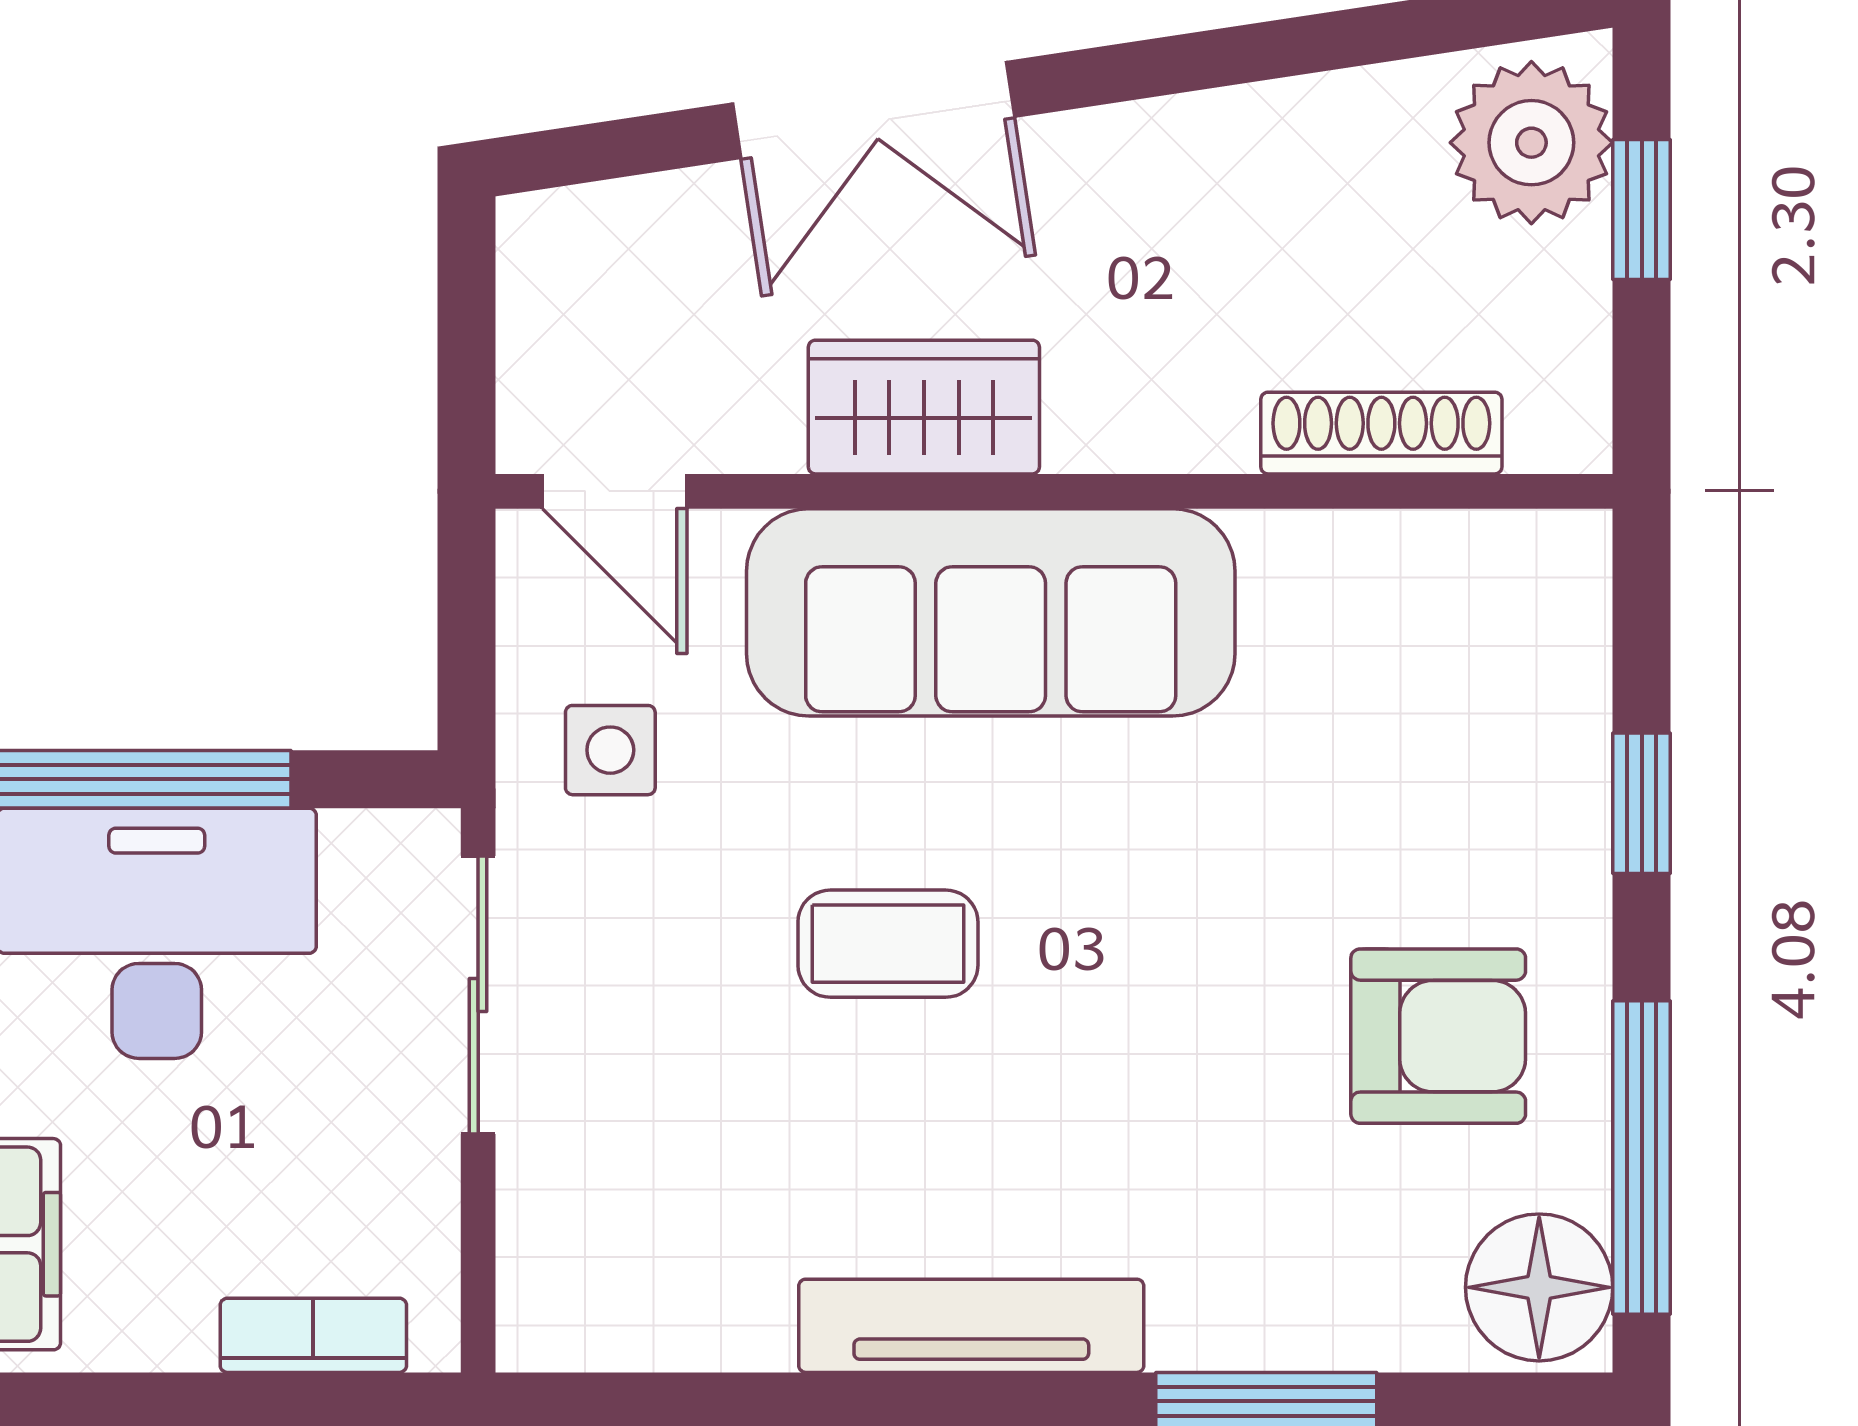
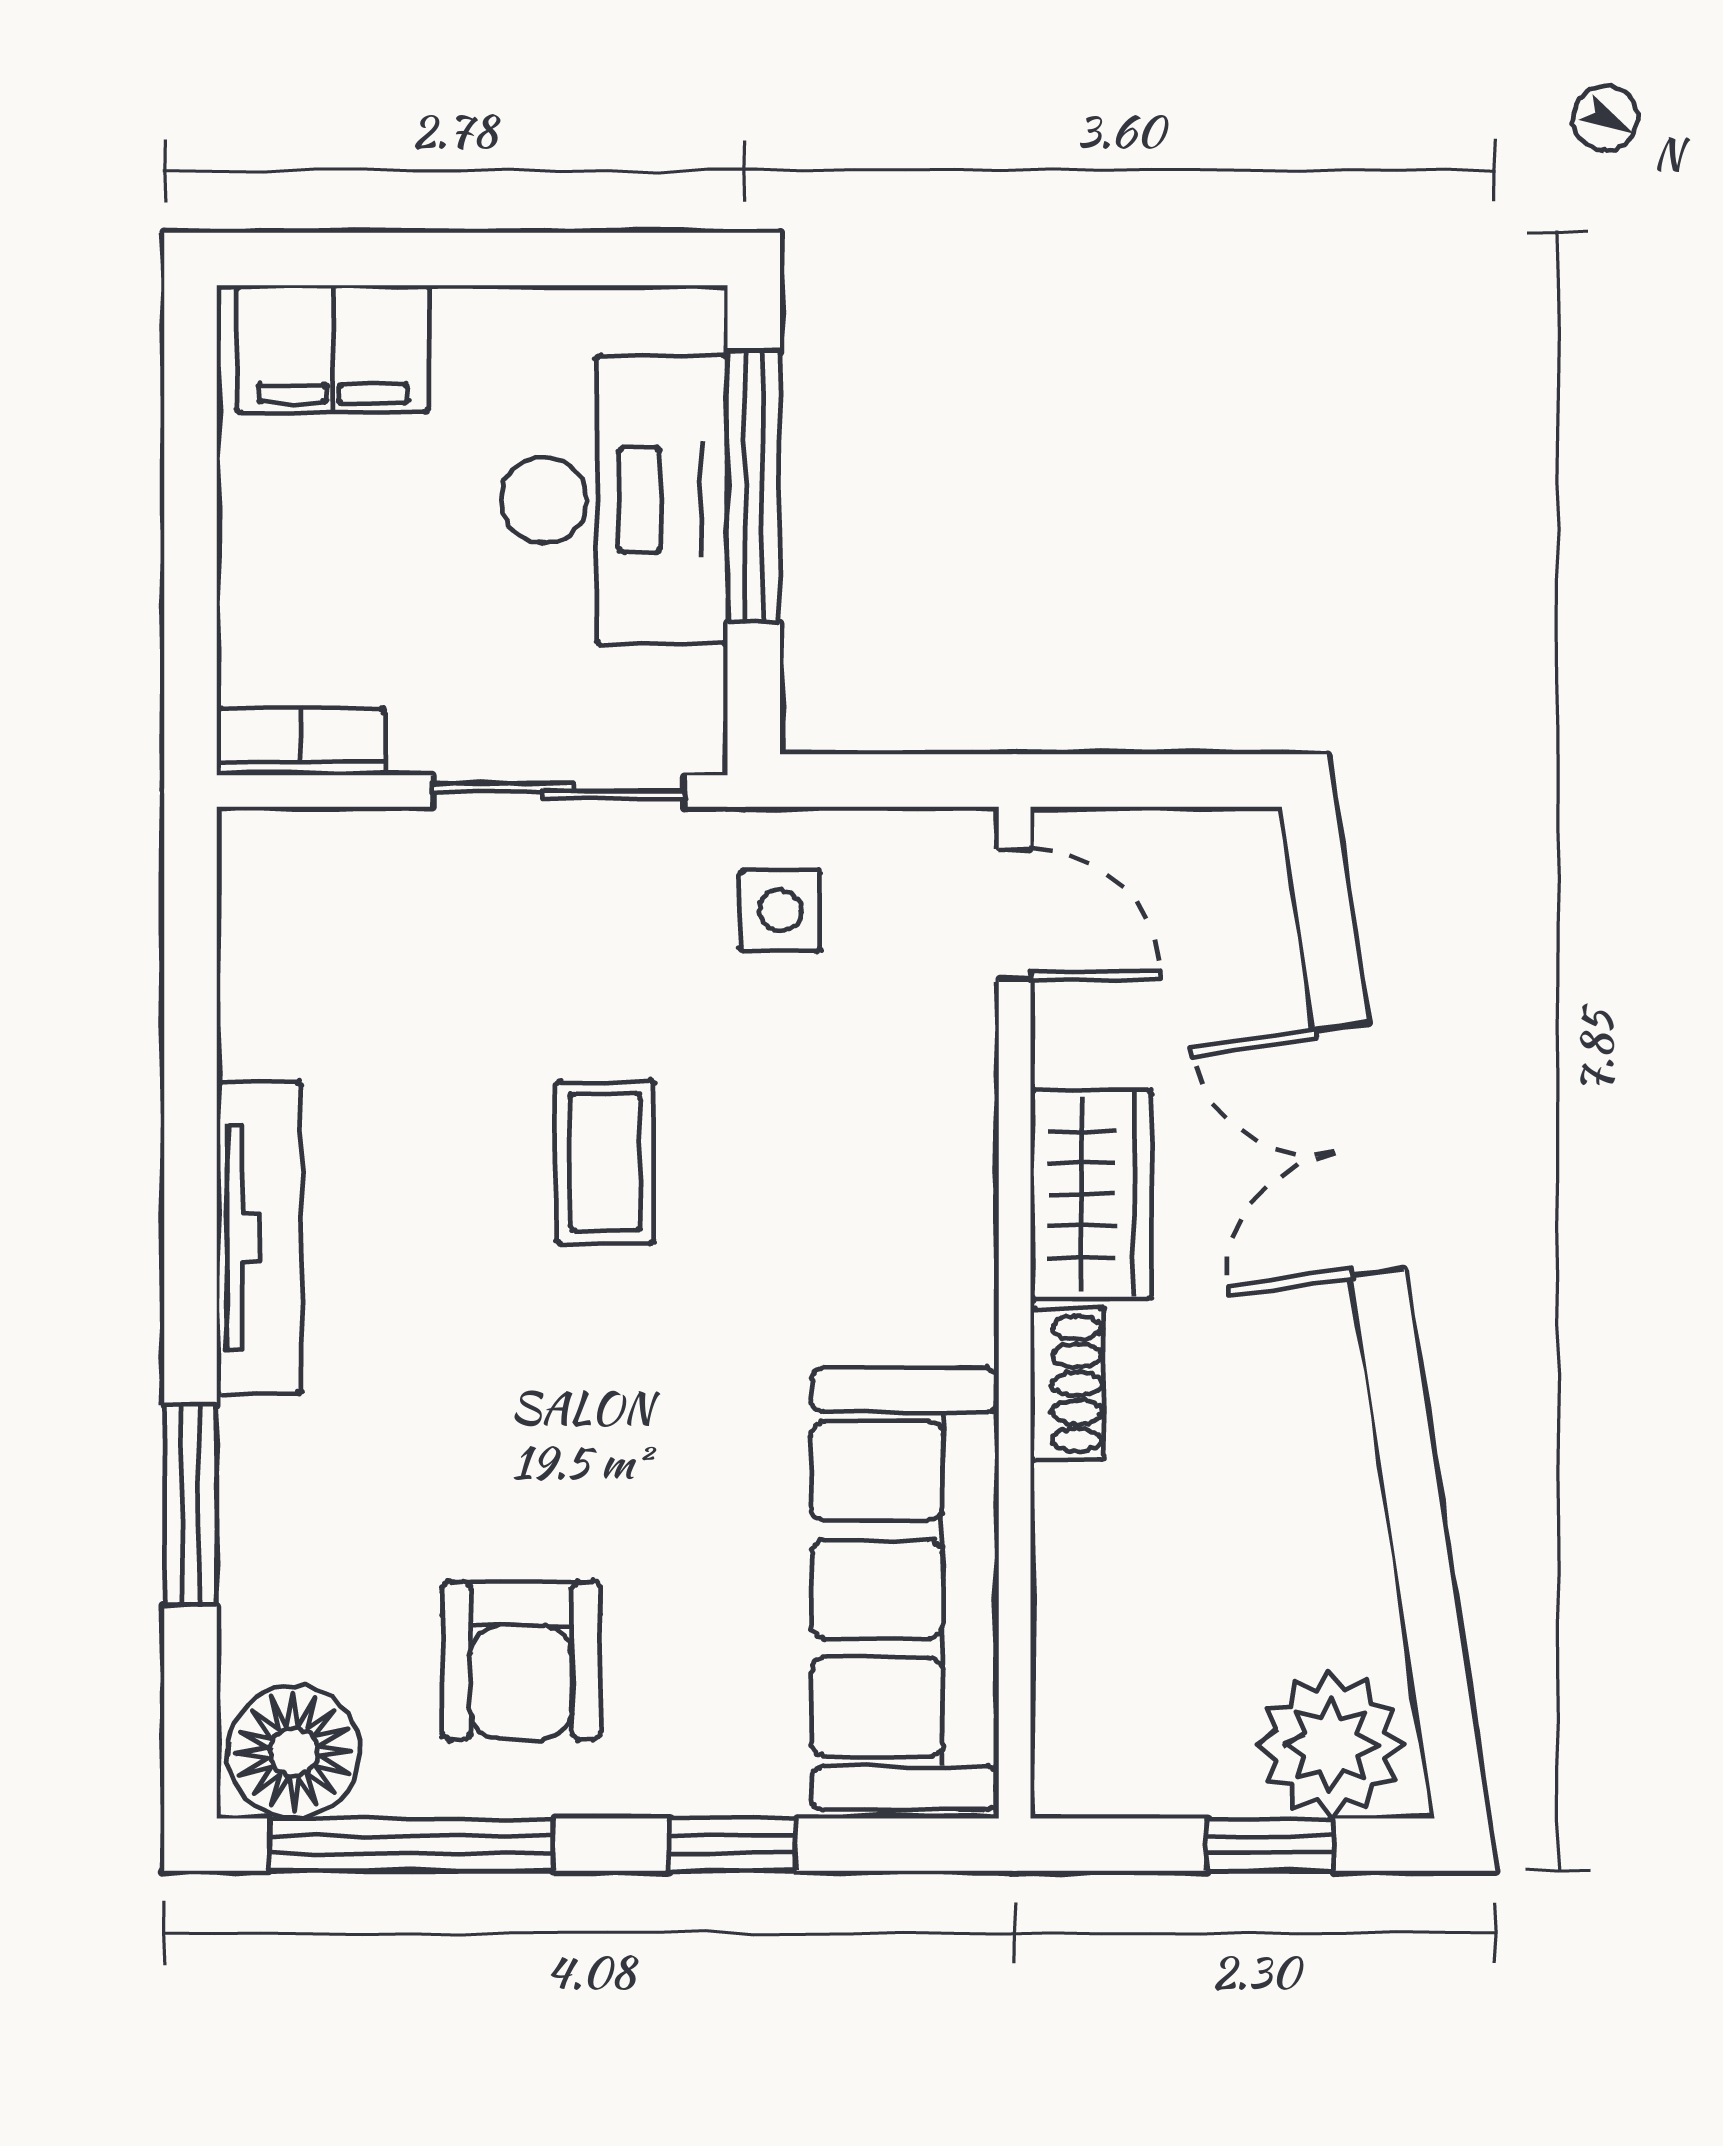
shoe rack: (1381, 433) -> (1067, 1384), moved, width x0.70
door: (615, 491) -> (1015, 915), swing flipped
sofa: (991, 612) -> (905, 1589), moved
bookcase: (313, 1335) -> (301, 742), moved, turned -90

